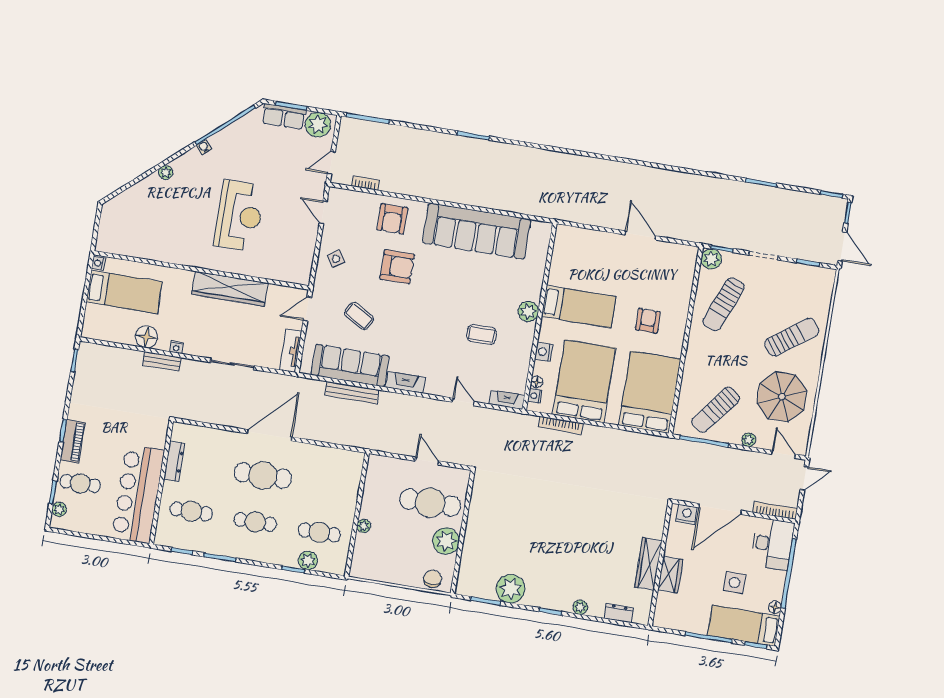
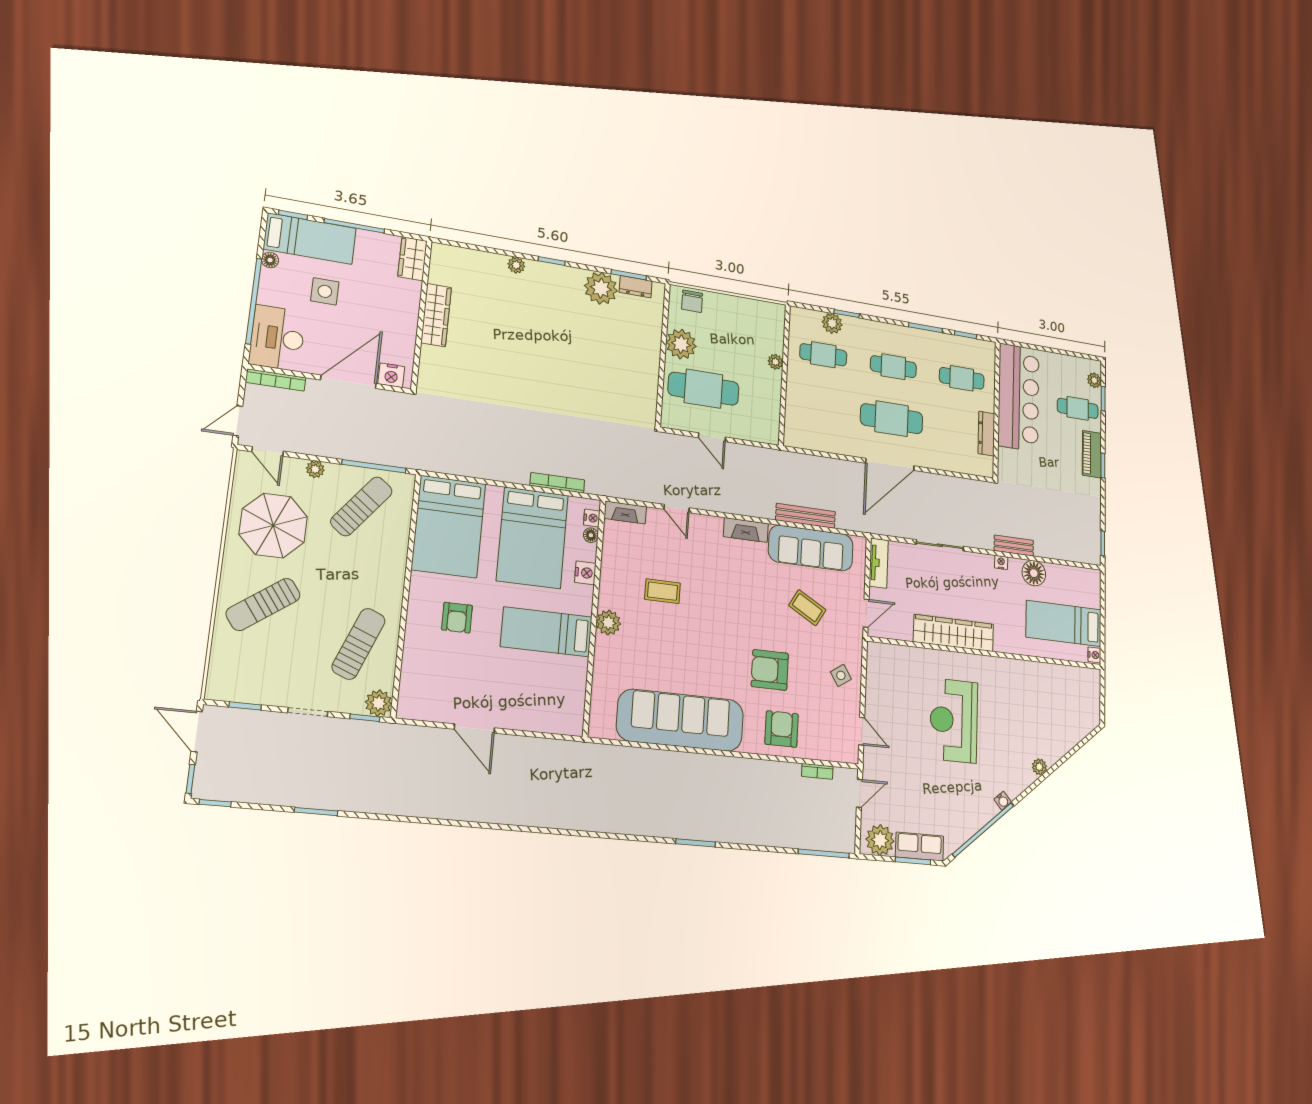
wardrobe: (670, 575) -> (412, 259), moved
dresser: (619, 613) -> (636, 287), moved

